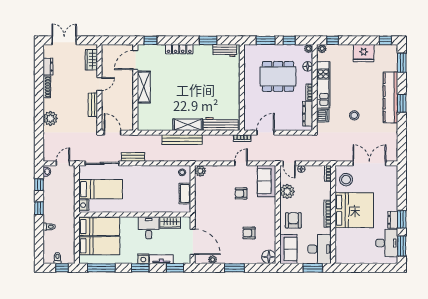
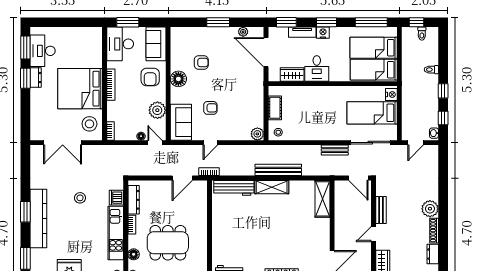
shelving: (144, 87) -> (322, 199), moved
plant: (50, 118) -> (430, 209), moved
floor lamp: (269, 257) -> (178, 79), moved

